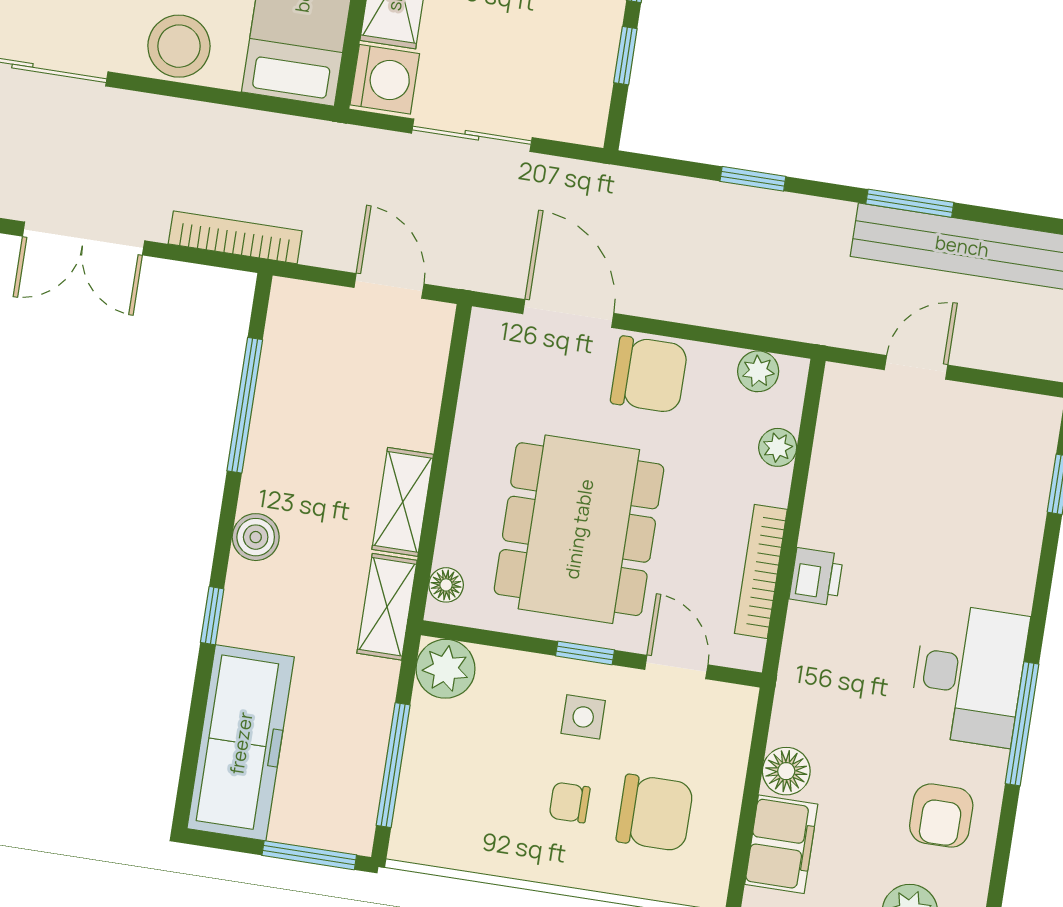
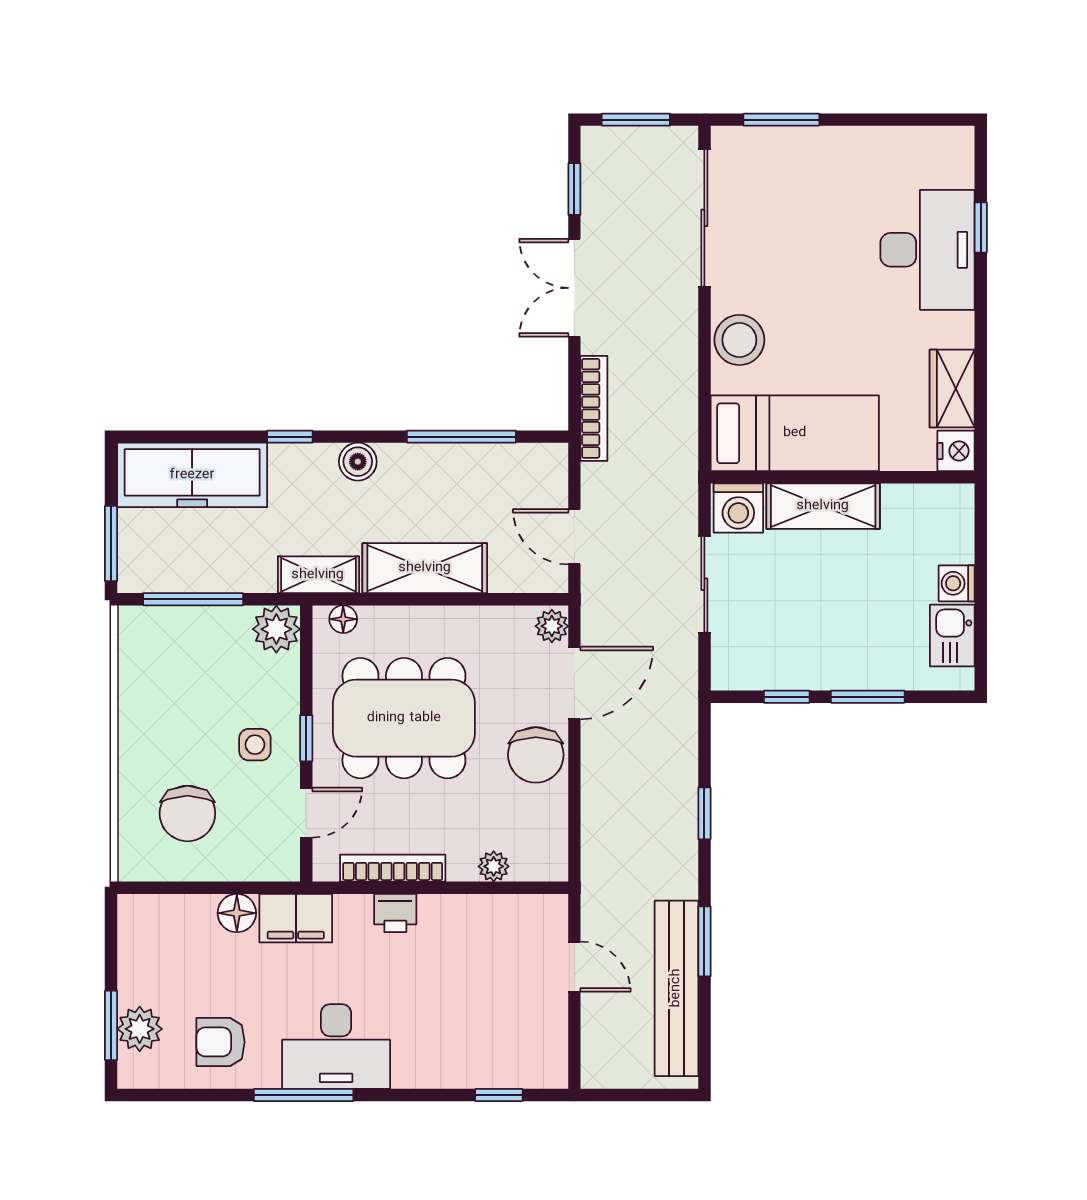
door: (389, 286) -> (574, 537), swing flipped
plant: (758, 371) -> (552, 626), moved
shelving: (403, 502) -> (425, 568), width x1.50, depth x1.33
chair: (570, 802) -> (185, 744), removed
filing cabinet: (781, 844) -> (296, 918), moved

